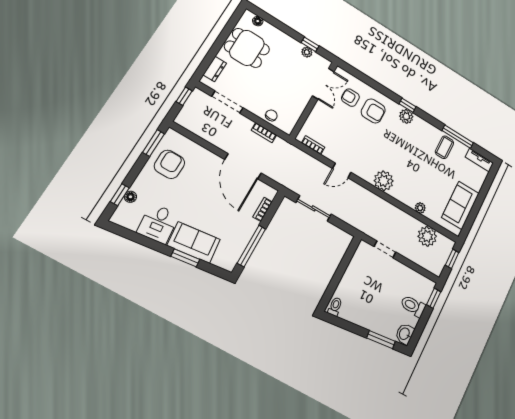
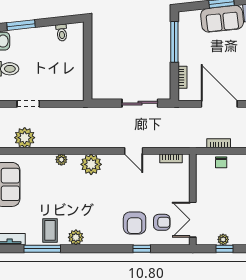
window: (407, 105) -> (142, 249), moved
armchair: (373, 111) -> (135, 223), turned -90
plant: (406, 116) -> (76, 237), moved
door: (342, 170) -> (134, 151), swing flipped
plant: (420, 208) -> (61, 160), moved
doorway: (385, 249) -> (28, 104), moved
toilet: (335, 307) -> (62, 33), moved

